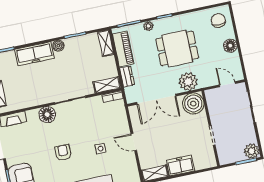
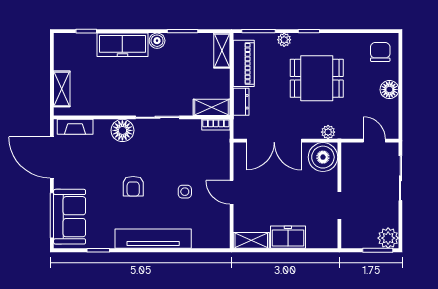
plant: (188, 82) -> (328, 132), width x0.53, depth x0.53
armchair: (63, 152) -> (133, 186), turned 180

